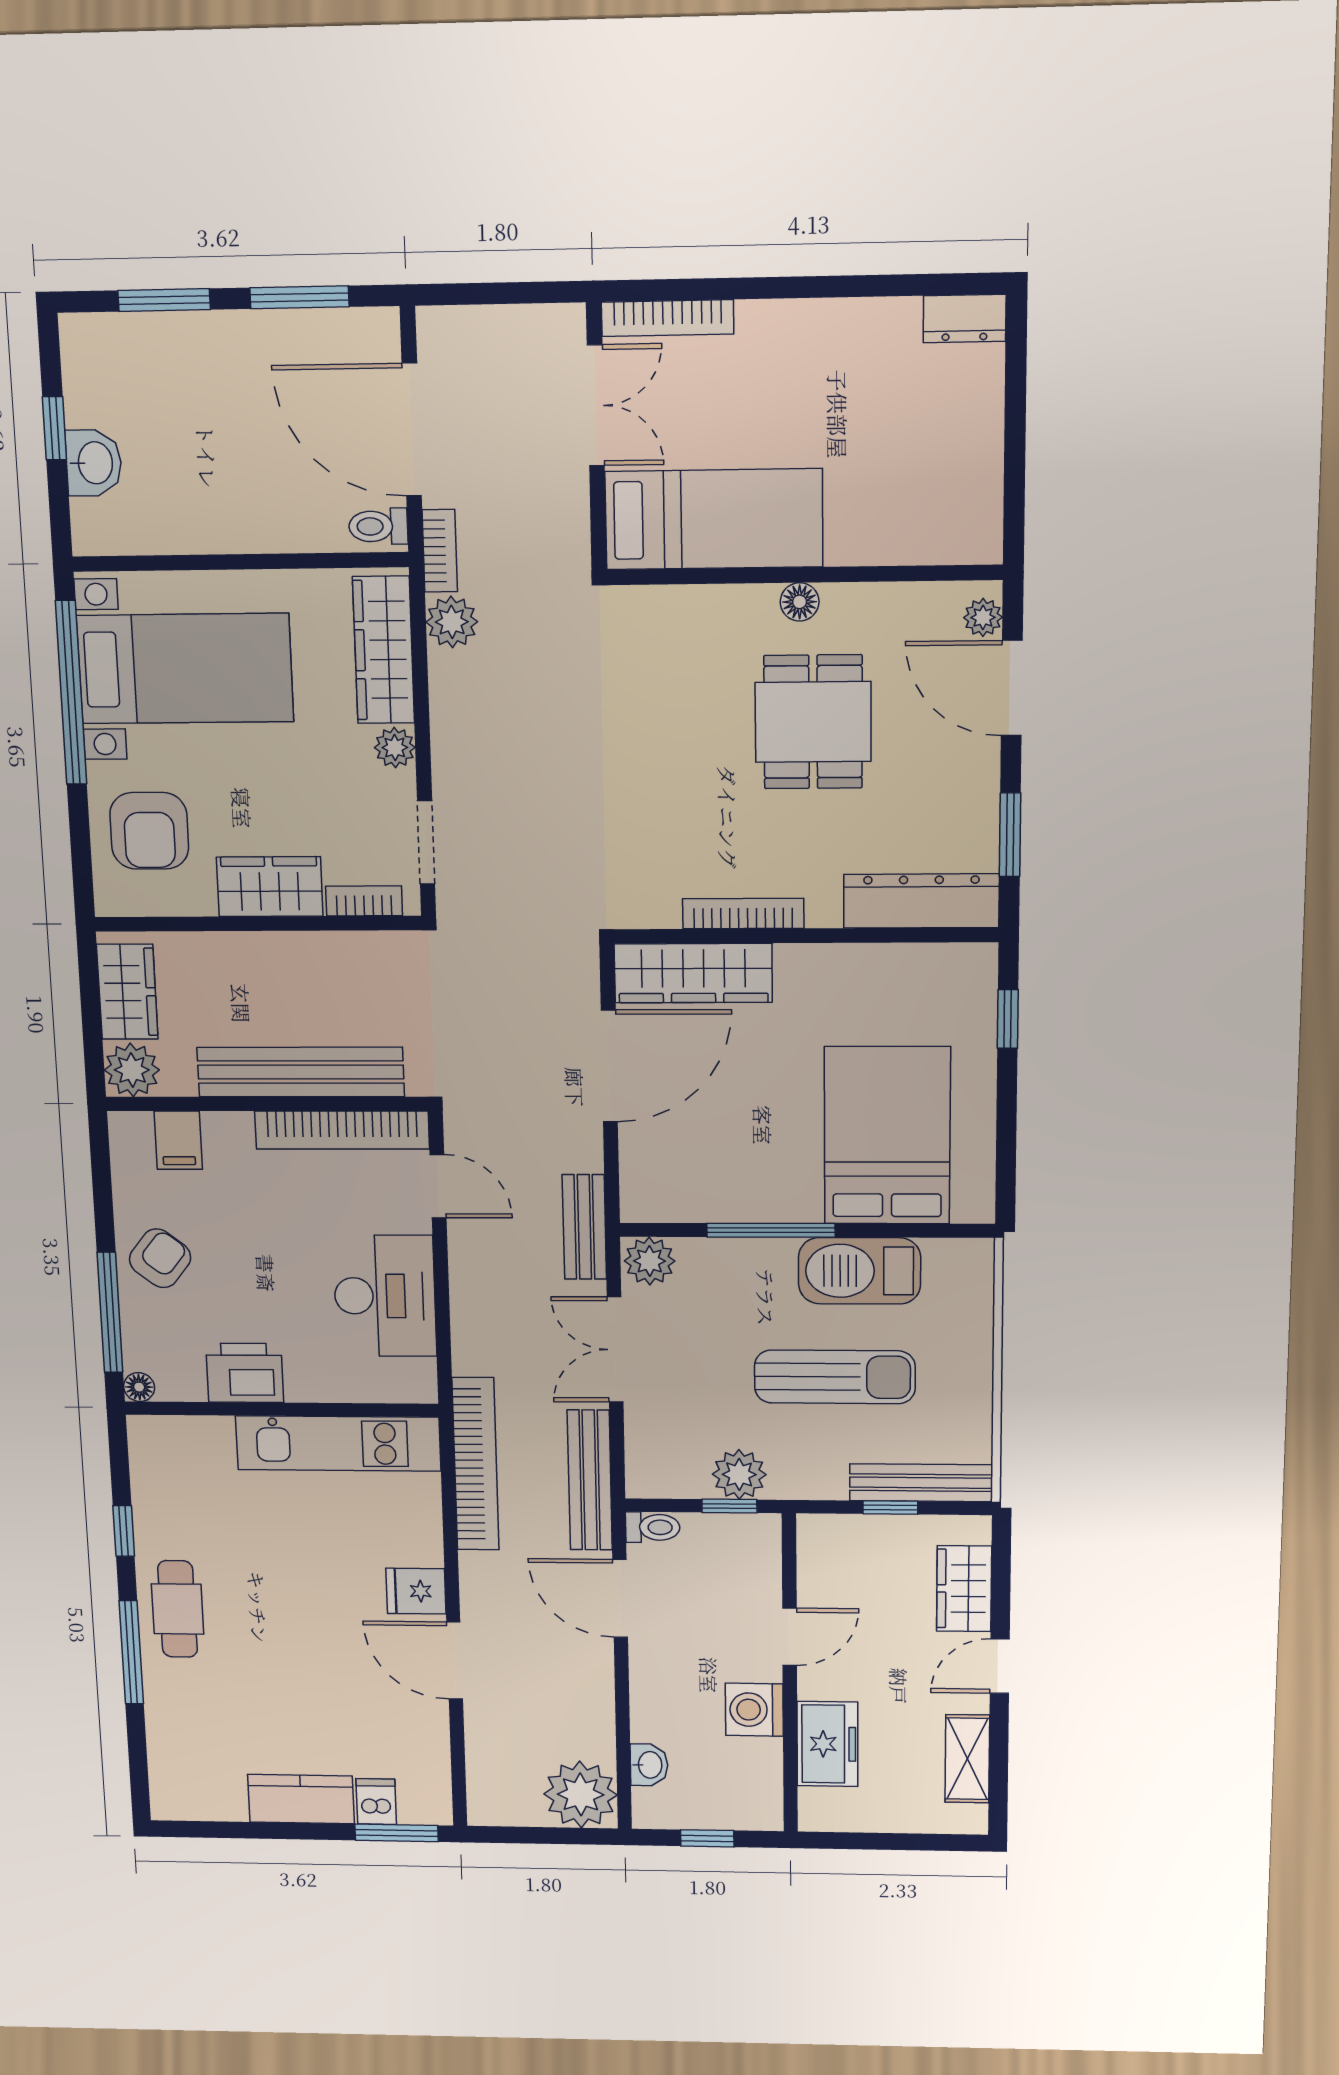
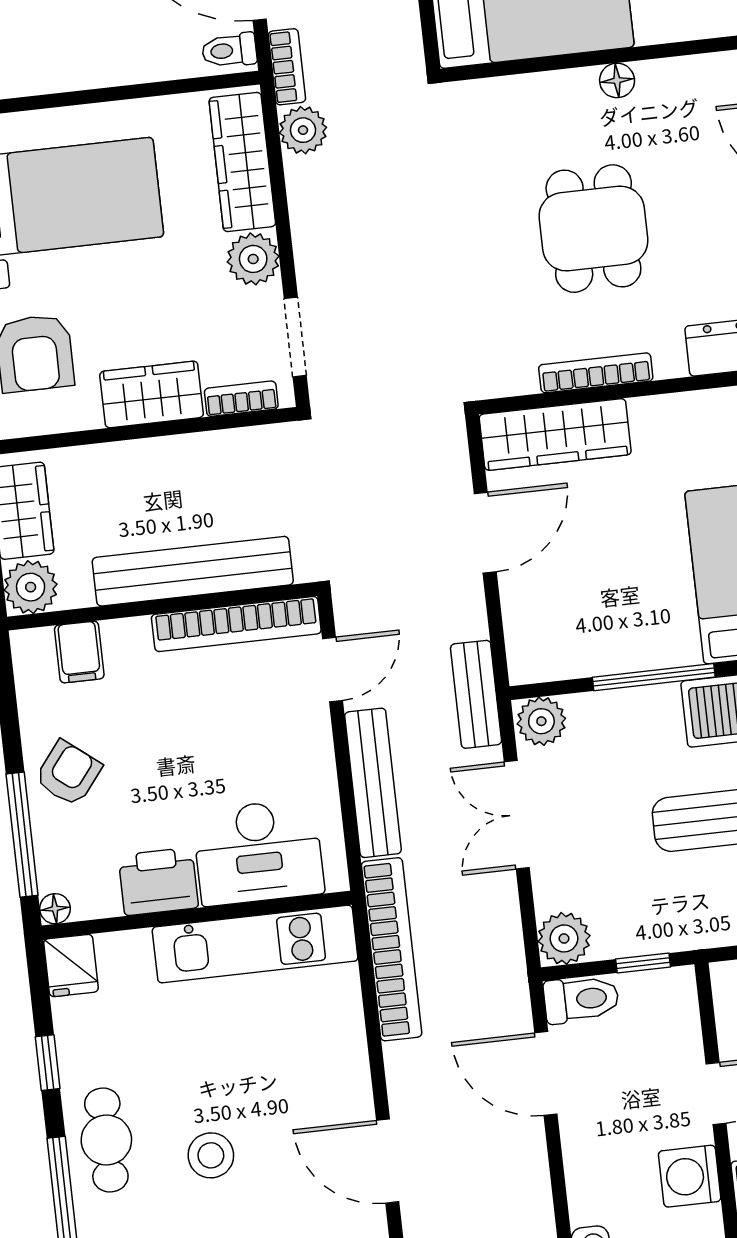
dining table: (813, 722) -> (593, 229), moved
plant: (395, 748) -> (253, 259), width x1.38, depth x1.38
door: (609, 1066) -> (485, 533), width x0.73
door: (438, 1186) -> (333, 669), hinge flipped
desk: (385, 1296) -> (258, 852), moved, turned 90
plant: (739, 1474) -> (564, 938), moved
bench: (590, 1480) -> (373, 783), moved
toilet: (653, 1527) -> (581, 999), width x1.37, depth x1.39
fridge: (416, 1591) -> (71, 965), moved, turned -90
stool: (280, 1635) -> (211, 1155), added

